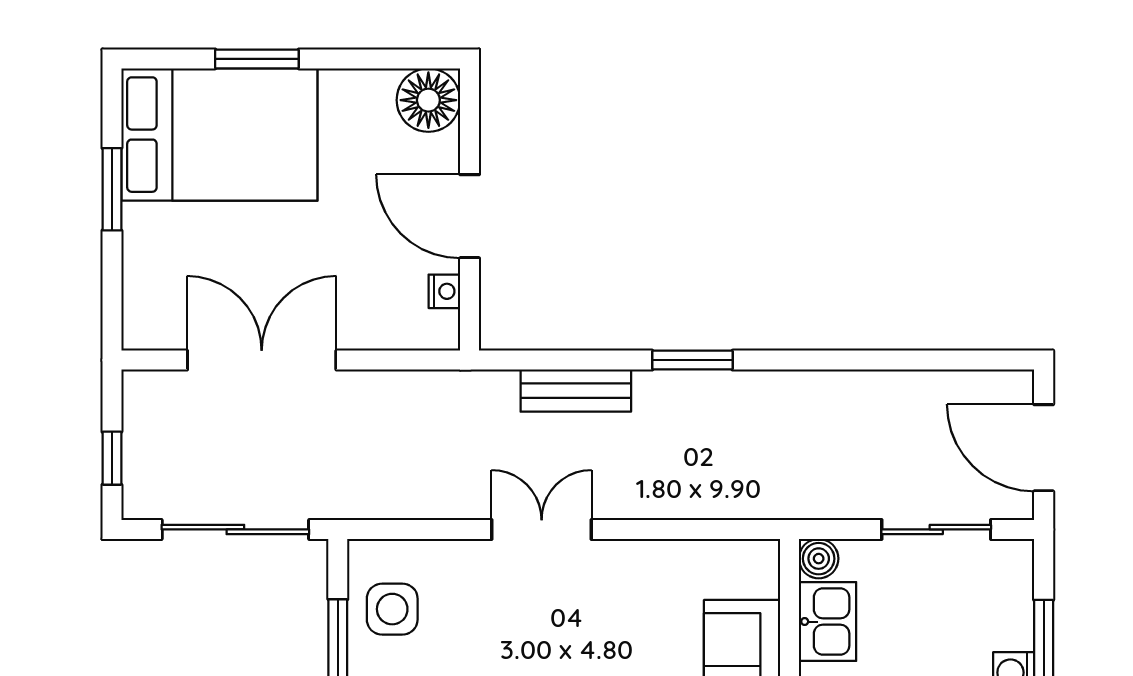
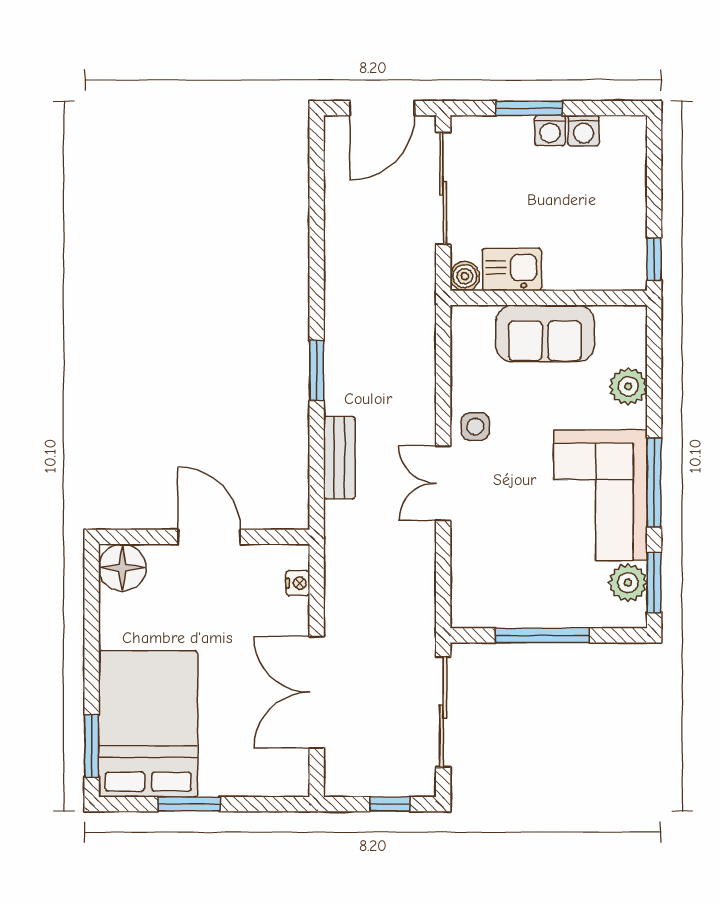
window: (257, 59) -> (92, 746), moved
door: (470, 216) -> (209, 537), swing flipped
nightstand: (444, 291) -> (298, 583), moved, turned 90
sliding door: (936, 529) -> (443, 188), width x1.37
side table: (392, 609) -> (475, 427), moved, width x0.73, depth x0.73

